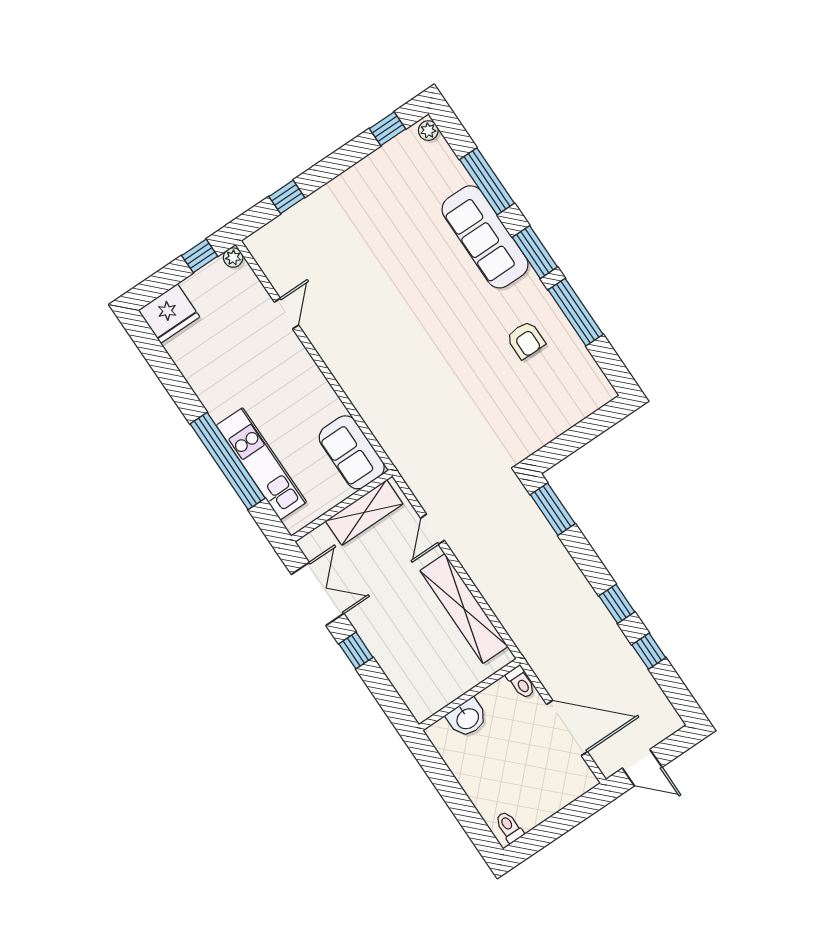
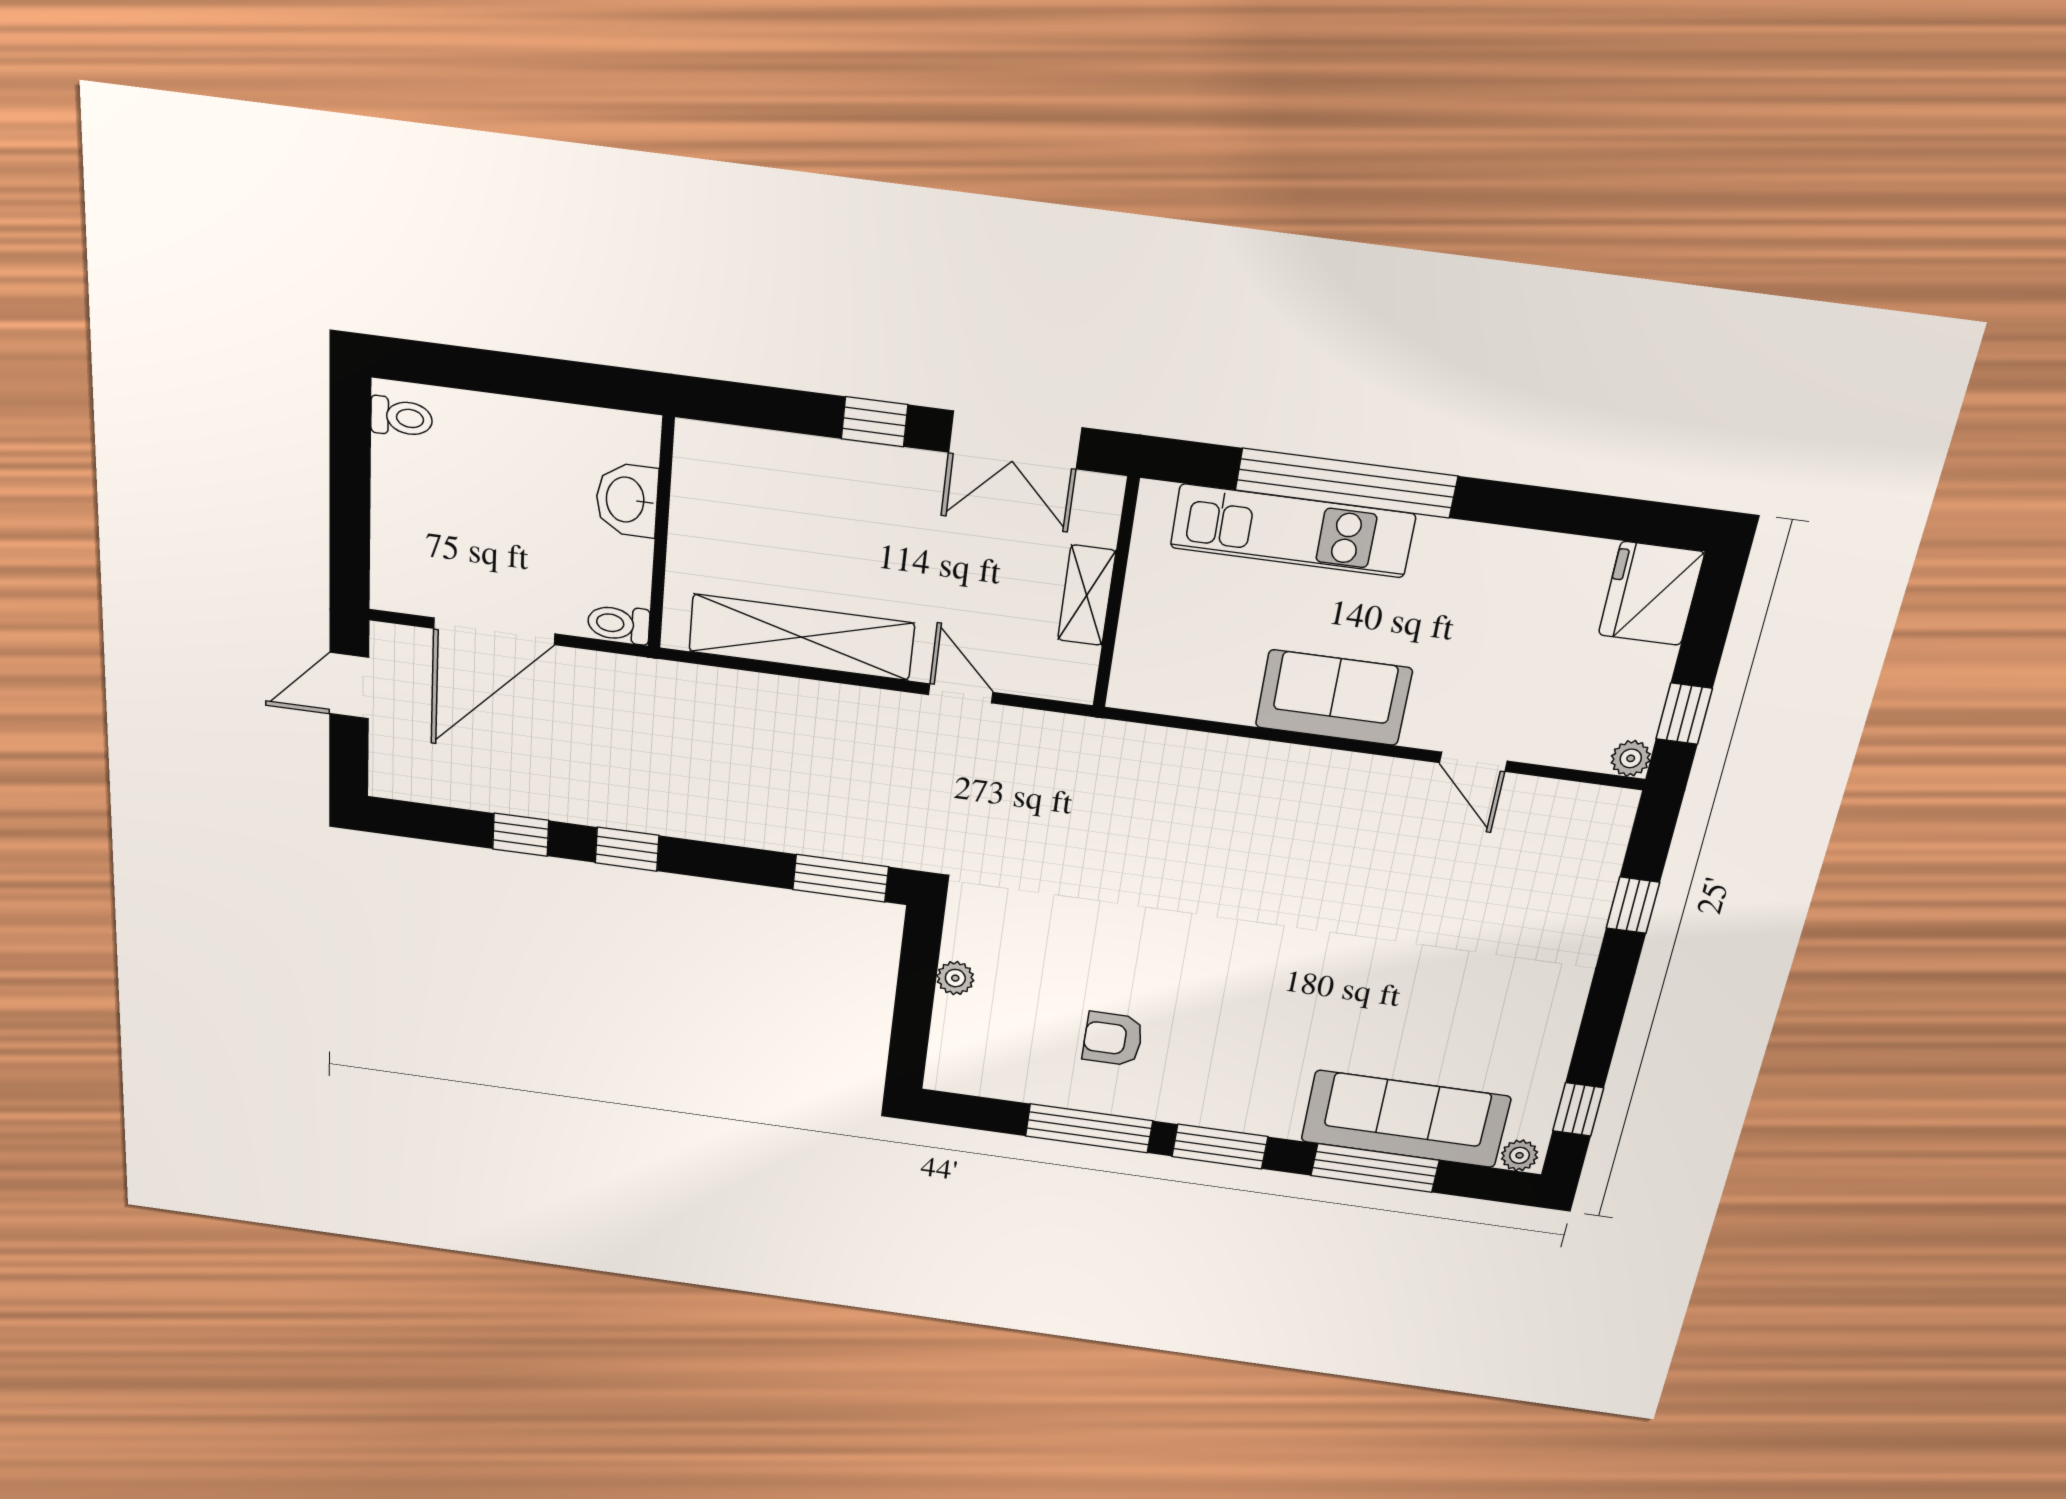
sofa: (485, 237) -> (1406, 1119), moved
plant: (556, 426) -> (955, 978), added
sofa: (352, 452) -> (1334, 698), moved
shelving: (364, 512) -> (1087, 595), width x0.67, depth x0.75

